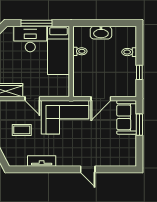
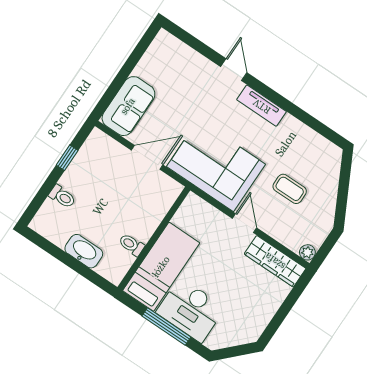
window: (139, 125) -> (117, 83), removed
tv unit: (42, 161) -> (262, 106), moved

